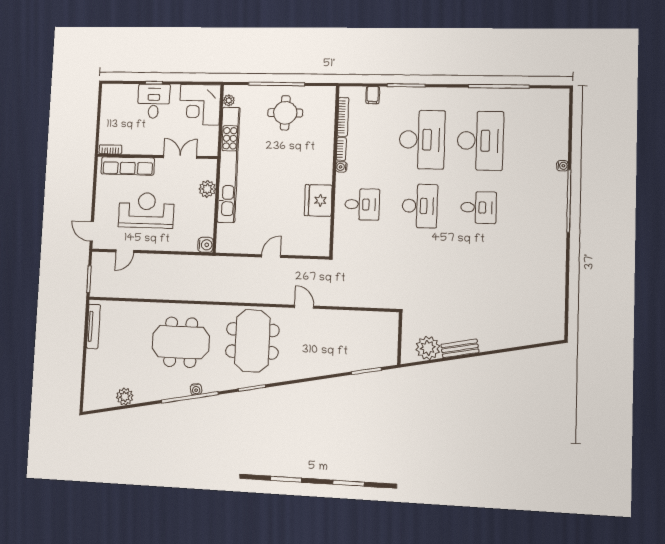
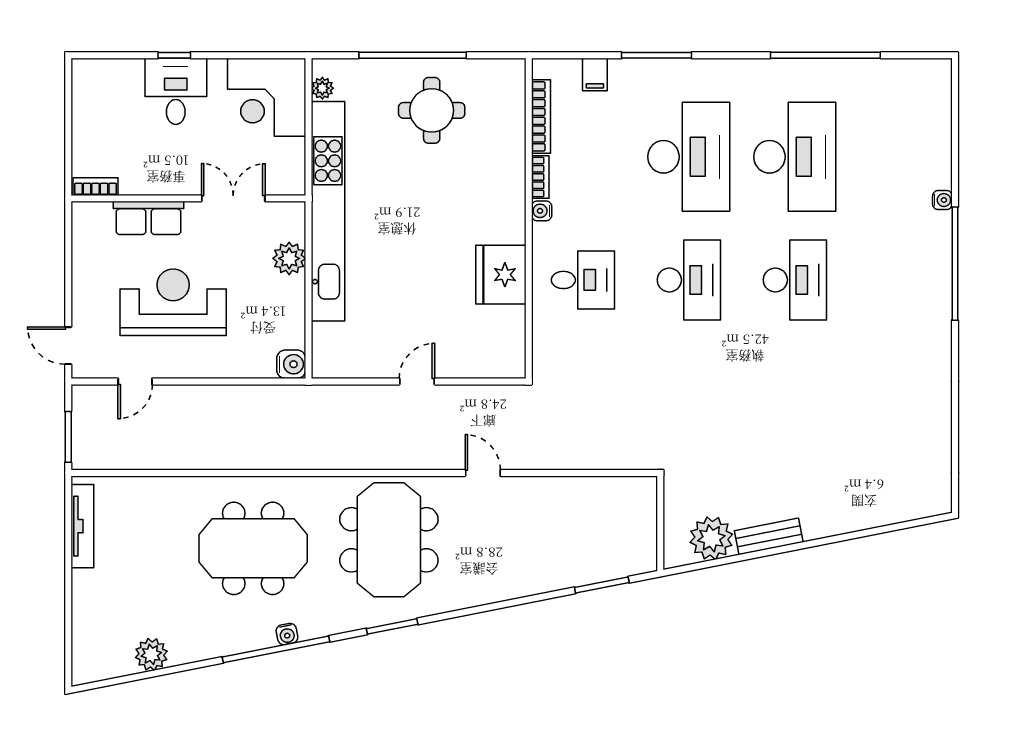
row of seats: (128, 166) -> (149, 218), width x0.68
desk: (478, 207) -> (795, 280), width x1.37

